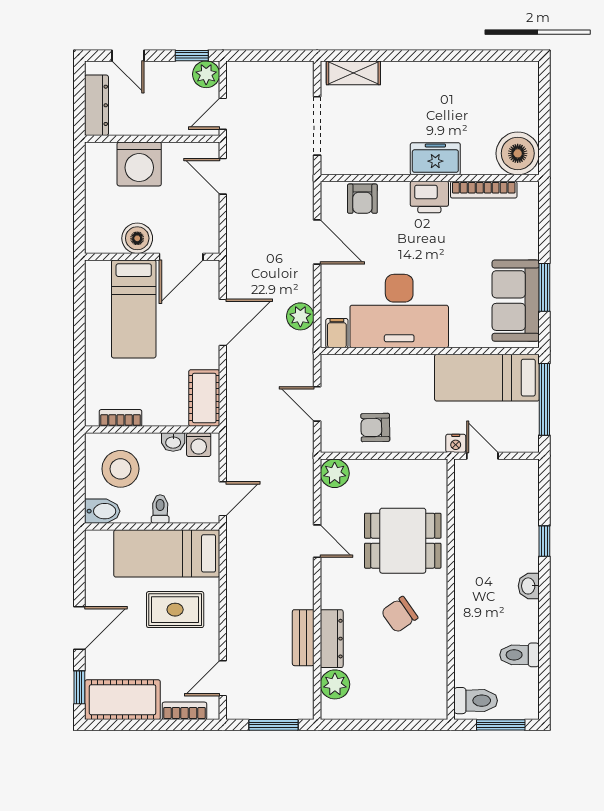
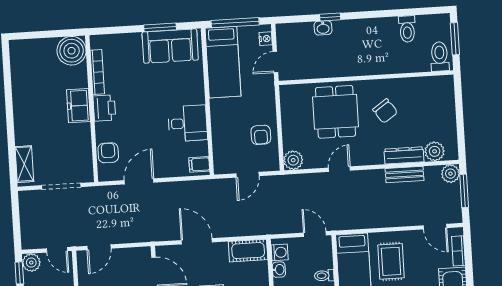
armchair: (362, 199) -> (108, 153), turned -90
desk: (399, 311) -> (188, 123), width x0.53, depth x0.77
plant: (300, 316) -> (450, 174), moved
nightstand: (456, 443) -> (266, 39), moved
washbasin: (529, 586) -> (323, 28), moved

